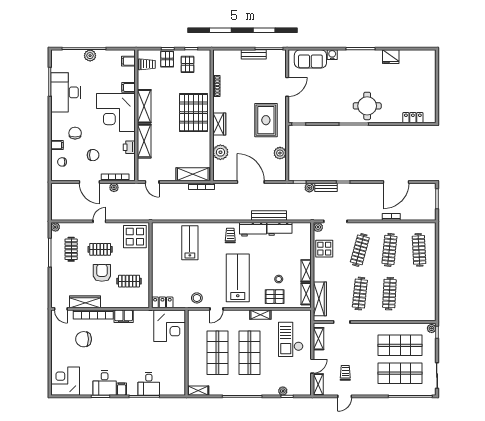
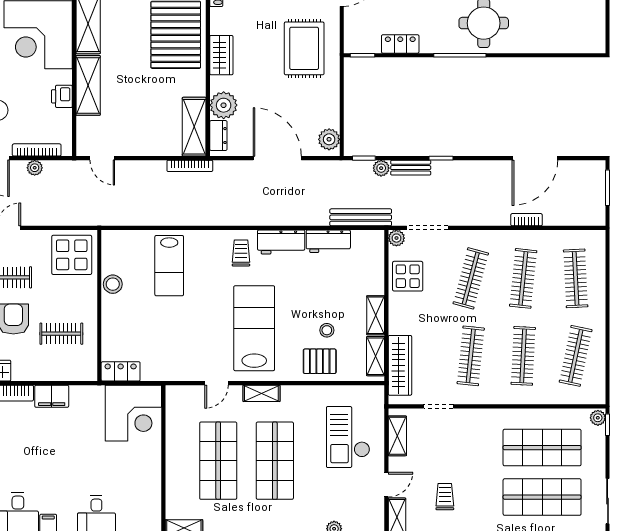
locker: (413, 118) -> (400, 44), moved
plant: (280, 153) -> (329, 139), moved
dresser: (218, 169) -> (218, 136), added
shelving: (193, 174) -> (194, 127), moved, turned 90
bench: (269, 215) -> (361, 217), moved
lab bench: (190, 243) -> (169, 266), turned 180
clothes rail: (419, 294) -> (576, 356), added
stool: (197, 298) -> (113, 284), moved
shelving: (260, 315) -> (261, 393), moved

